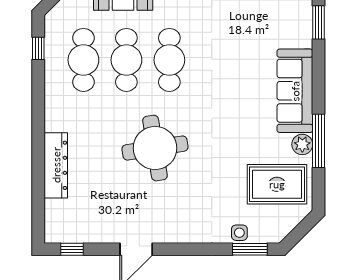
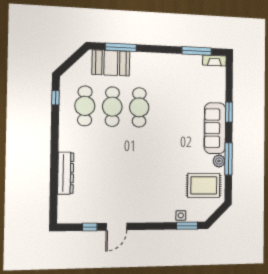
window: (318, 22) -> (229, 112), moved
round table: (155, 148) -> (129, 162), removed
window: (72, 249) -> (90, 227), moved

